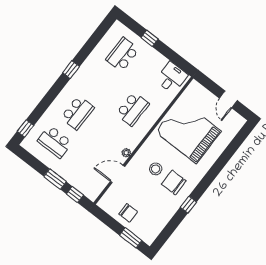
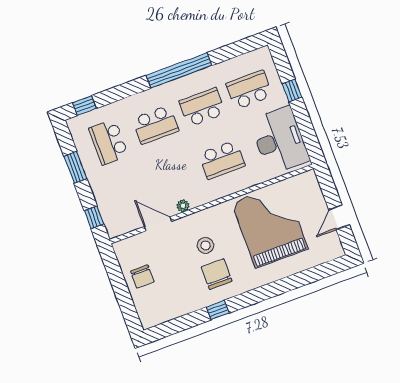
window: (71, 70) -> (179, 70), width x3.17
desk: (172, 78) -> (280, 140), width x1.87, depth x1.30
school desk: (100, 84) -> (202, 107), added
window: (55, 179) -> (75, 167), moved
window: (131, 238) -> (127, 307), removed

